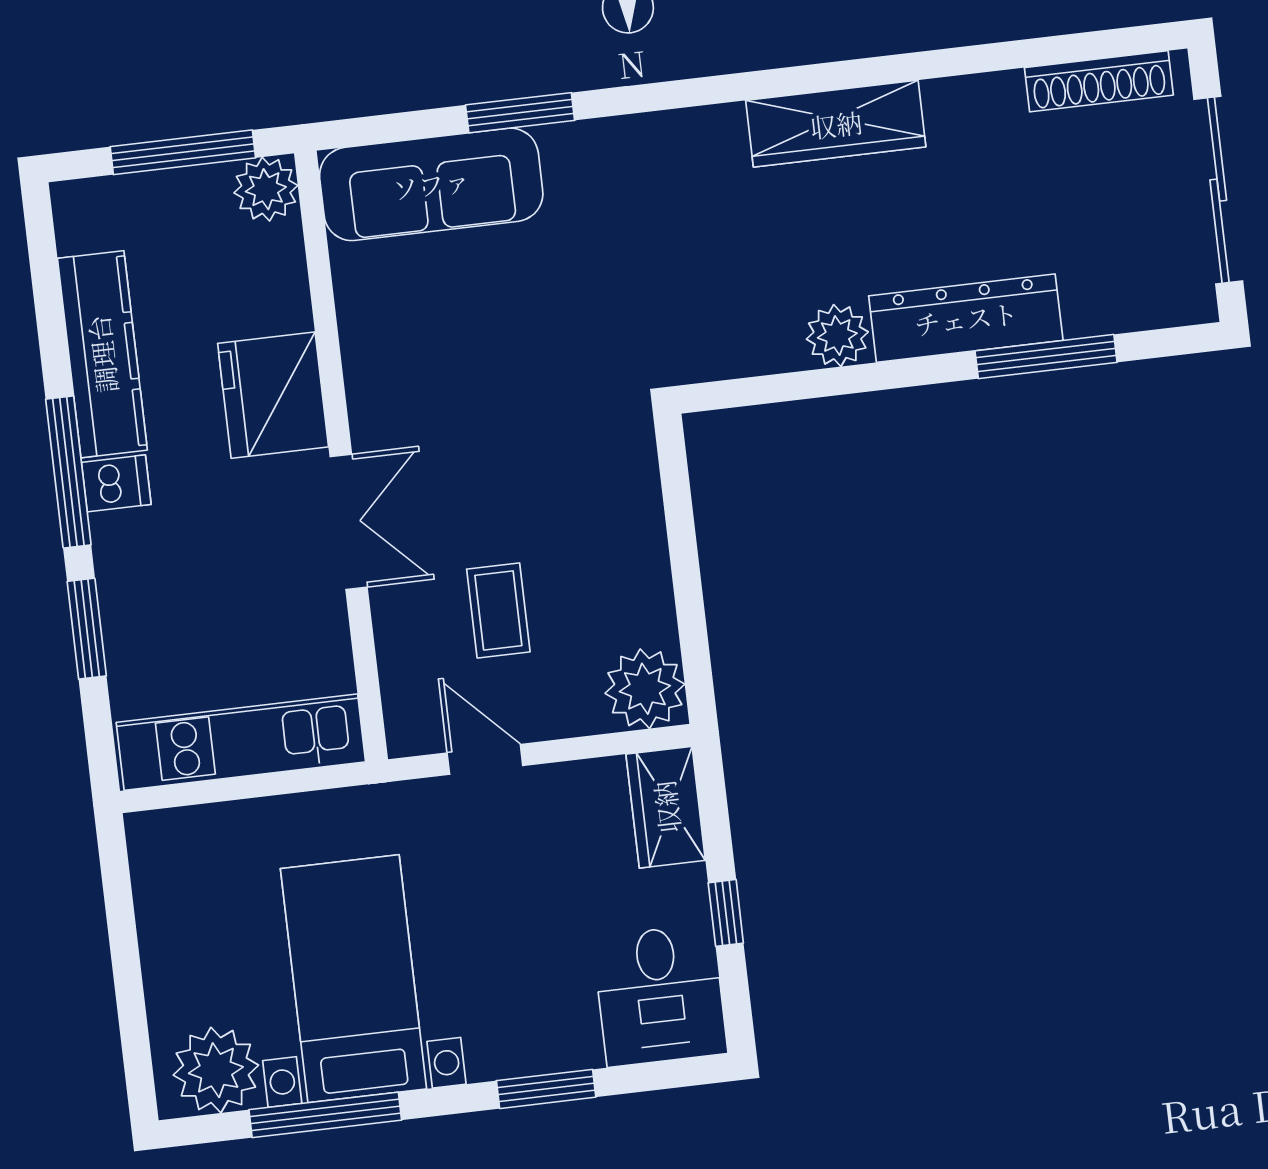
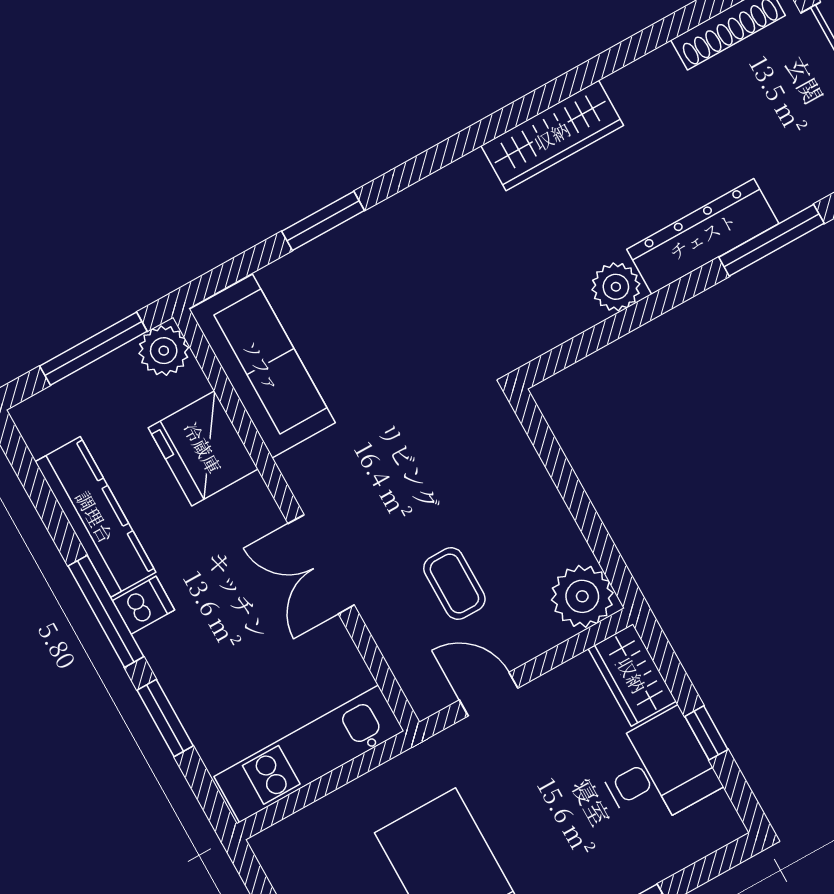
sofa: (431, 184) -> (262, 366), moved, turned -90
fridge: (273, 395) -> (203, 448), moved
double door: (349, 522) -> (321, 564), swing flipped
desk: (660, 995) -> (657, 770), moved, turned -90

